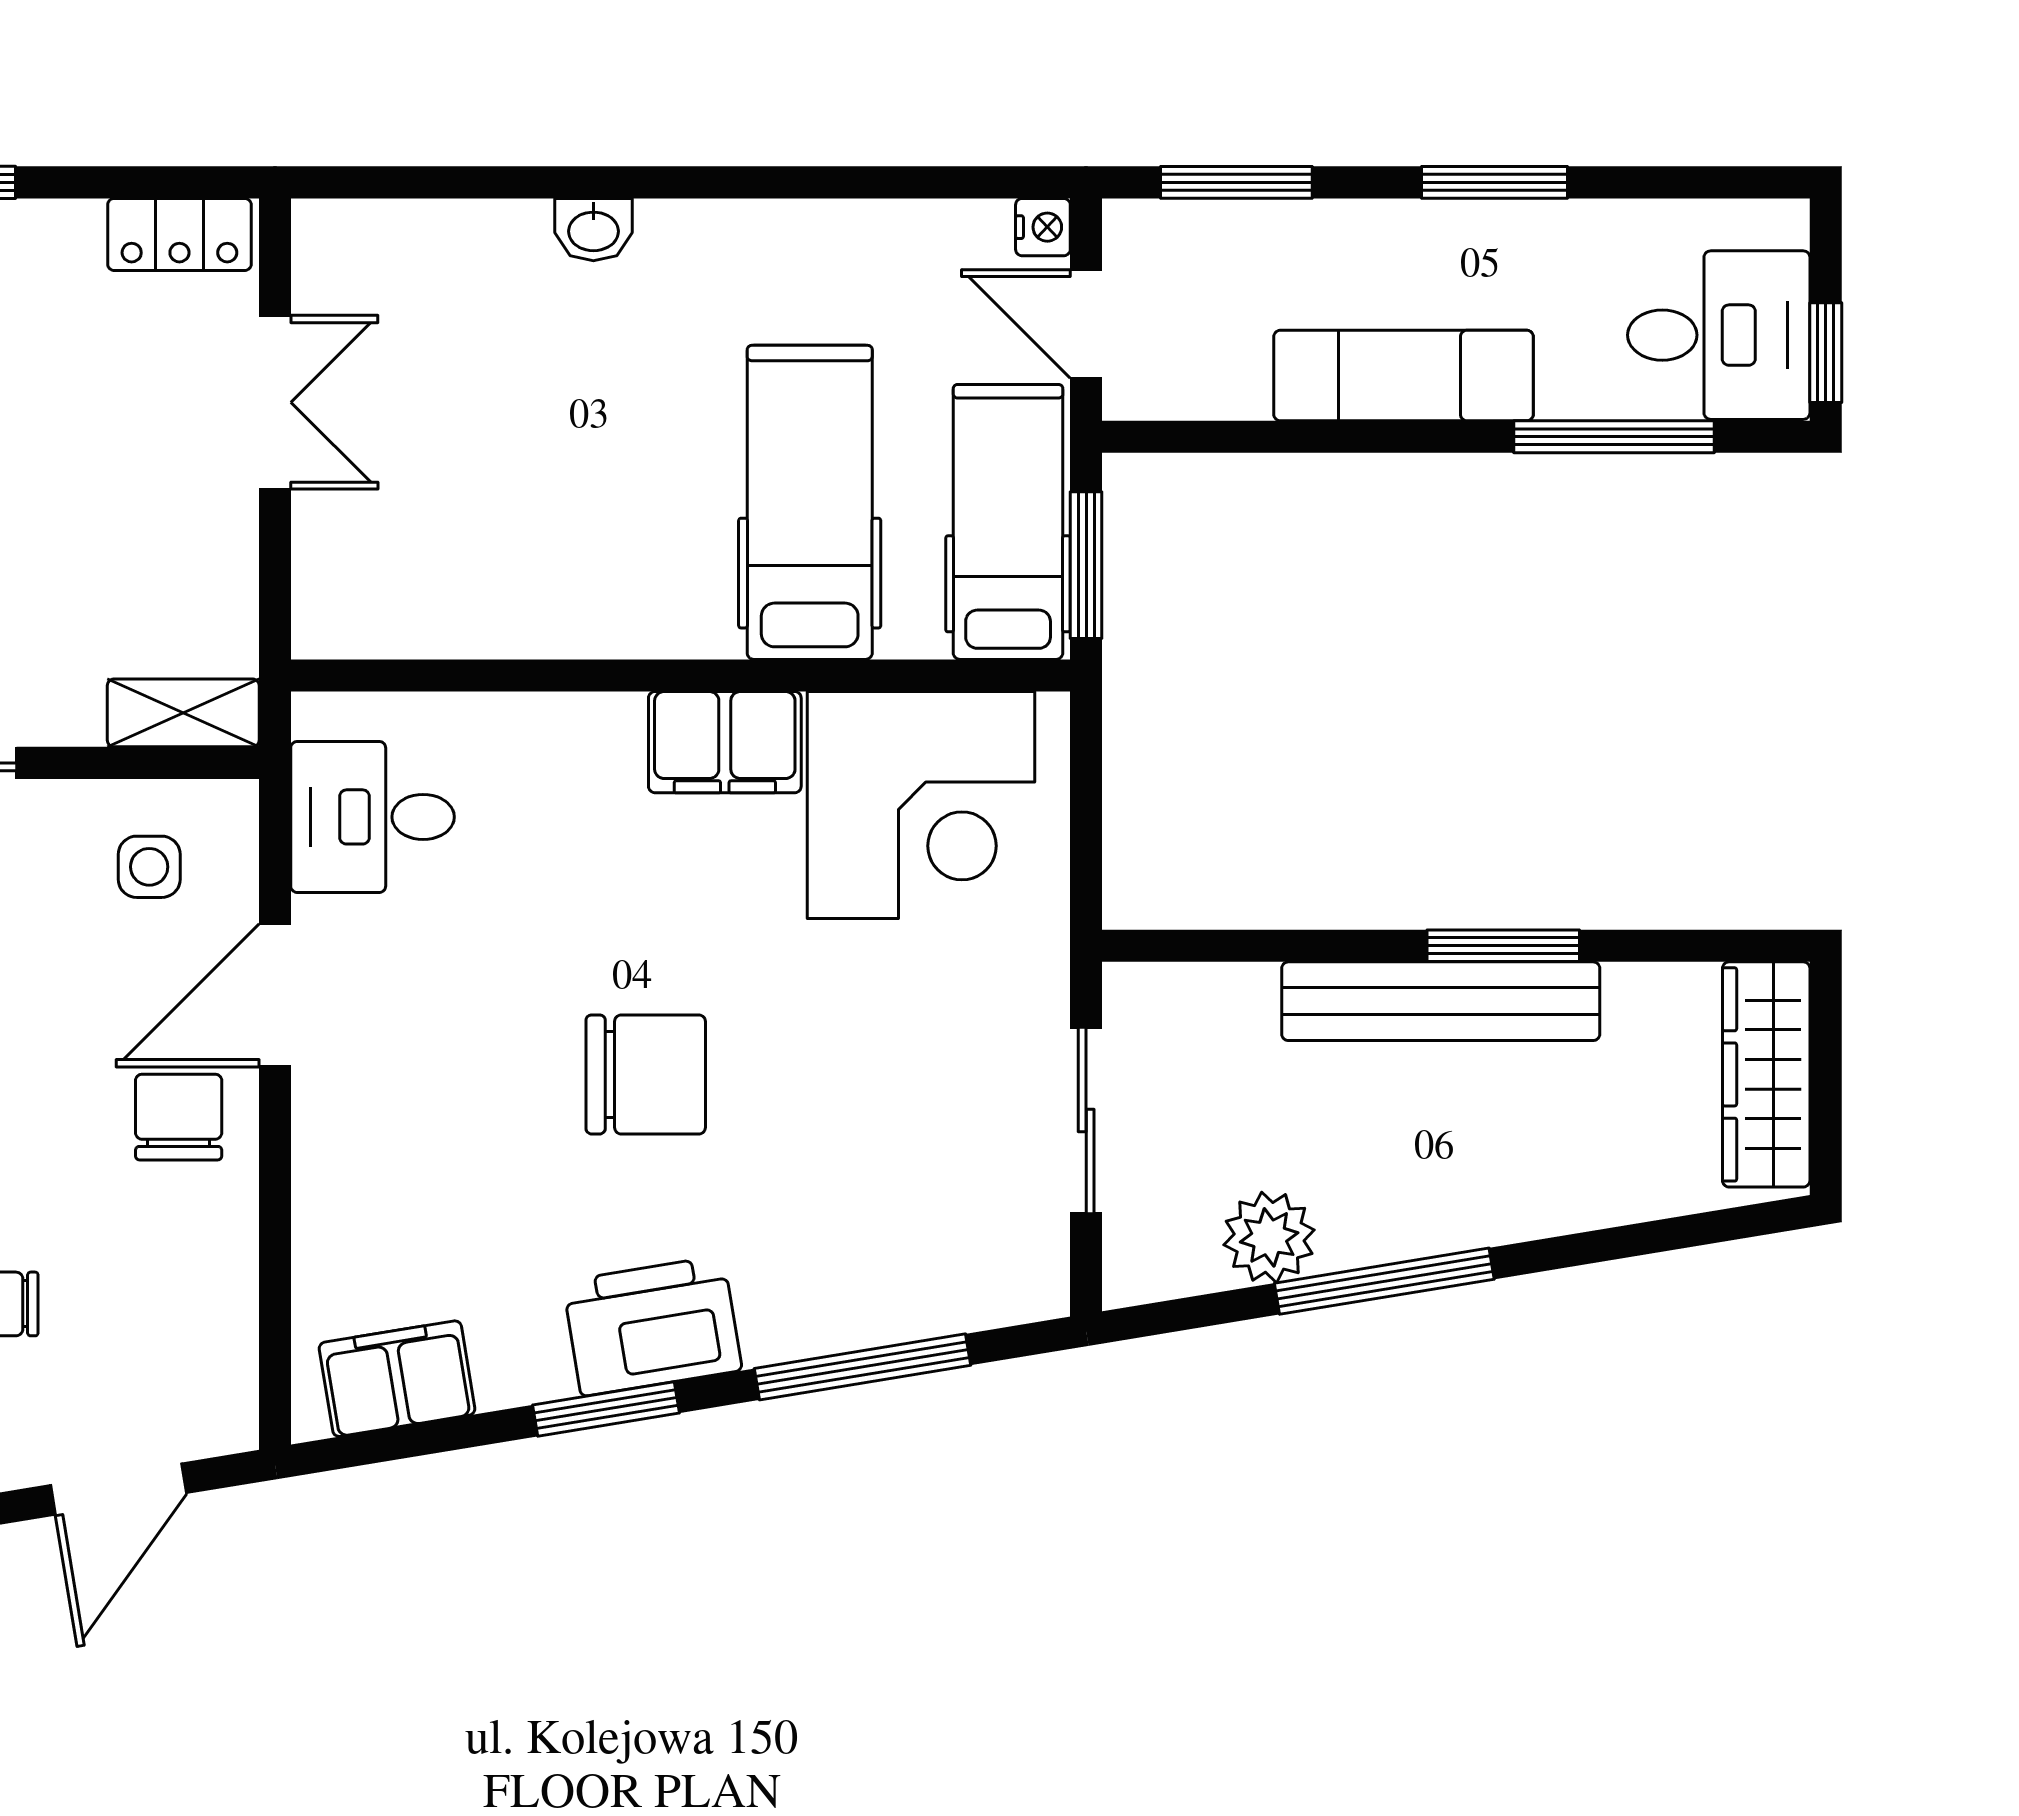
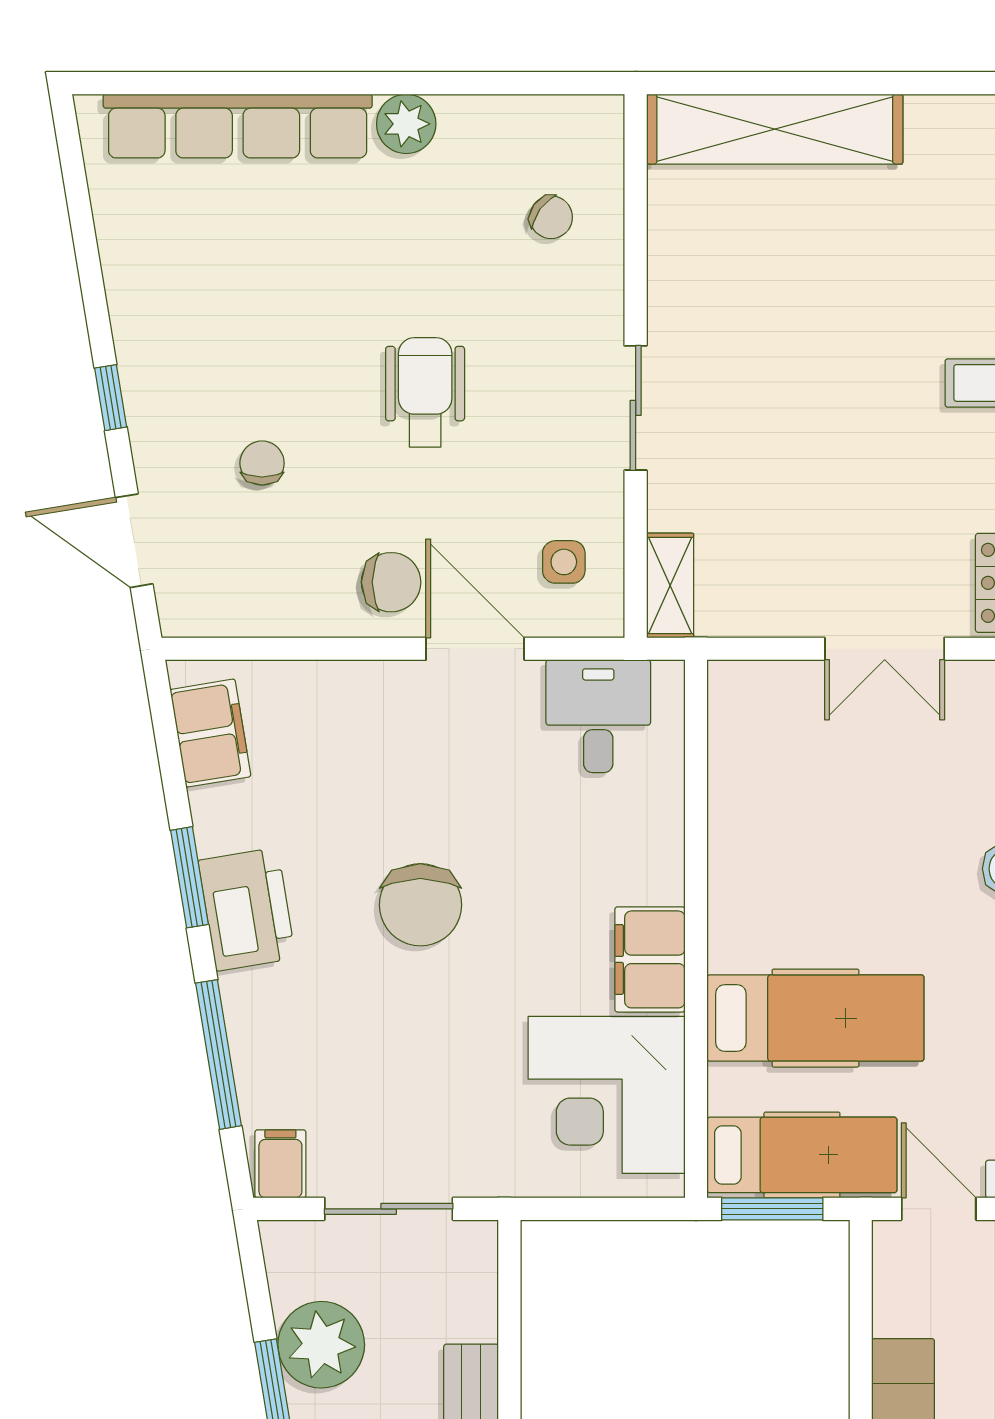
door: (1086, 324) -> (939, 1209), hinge flipped
plant: (1269, 1237) -> (321, 1345), width x1.36, depth x1.36
filing cabinet: (1021, 1277) -> (280, 1164), added

